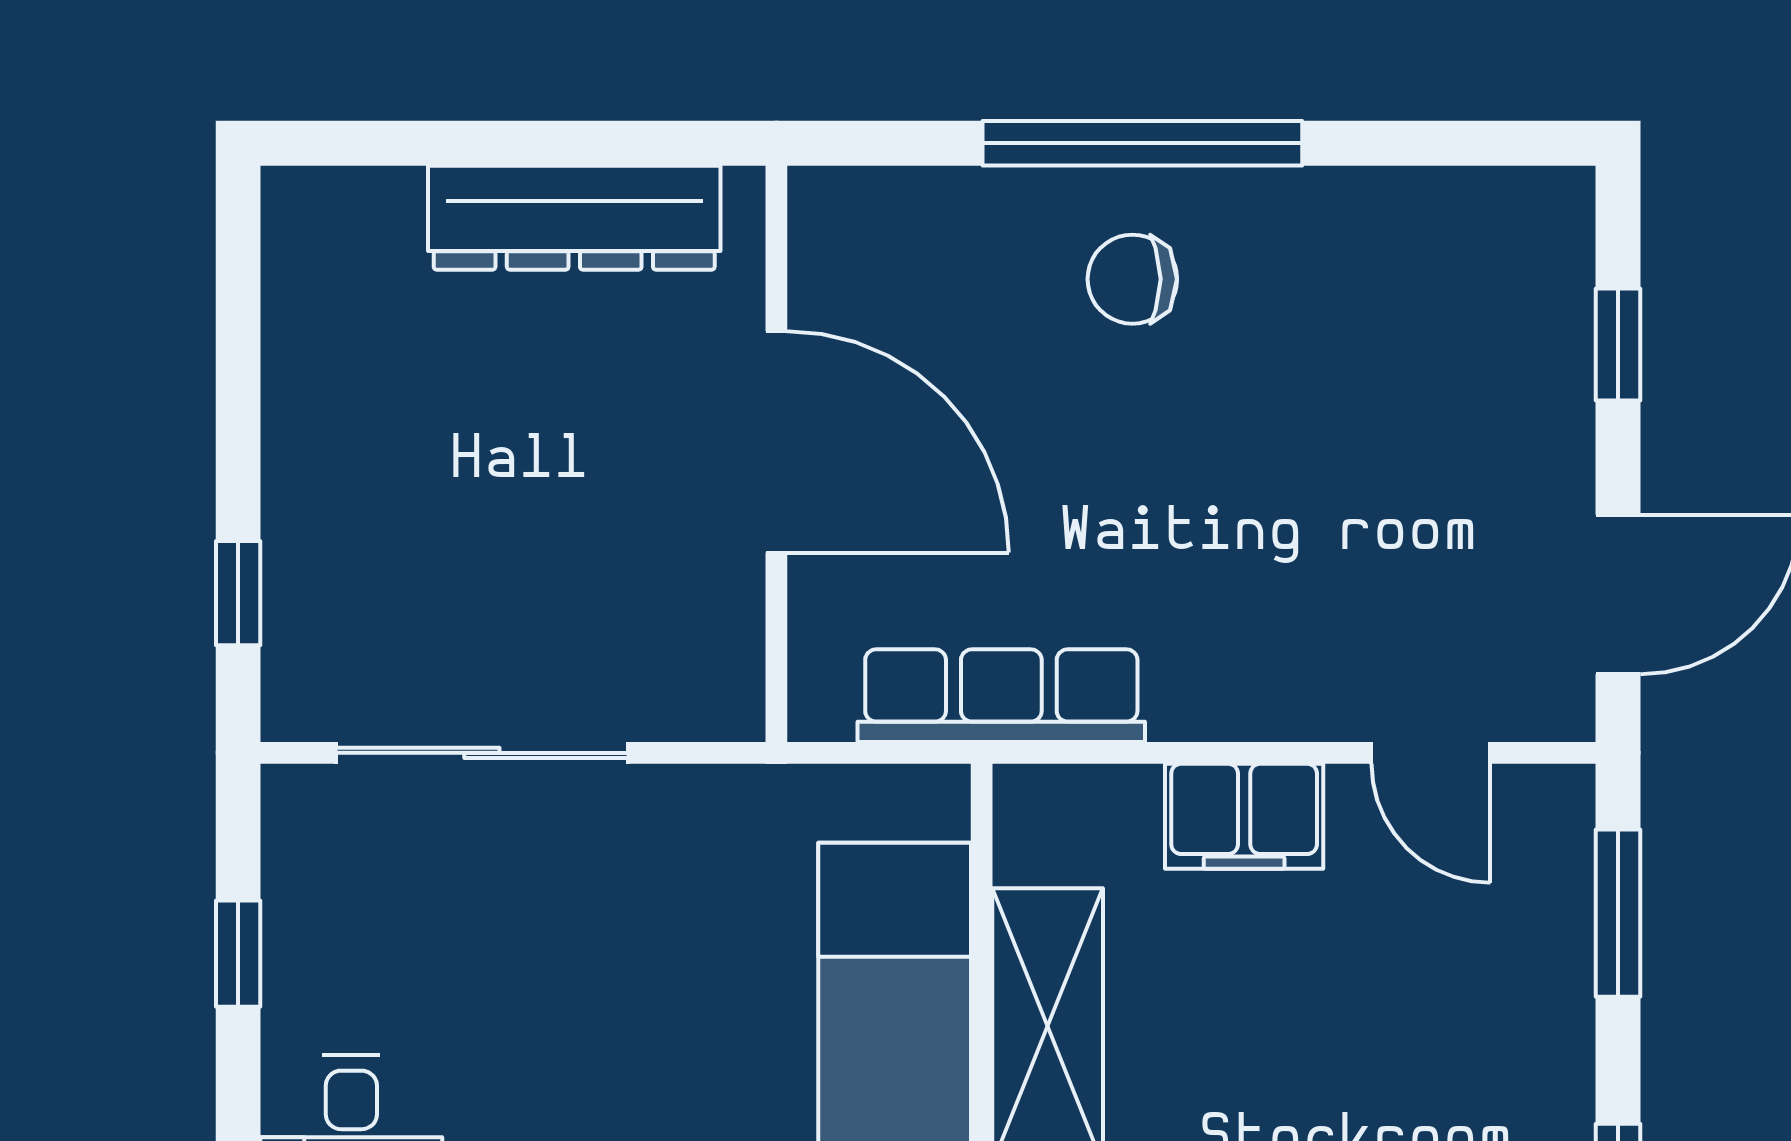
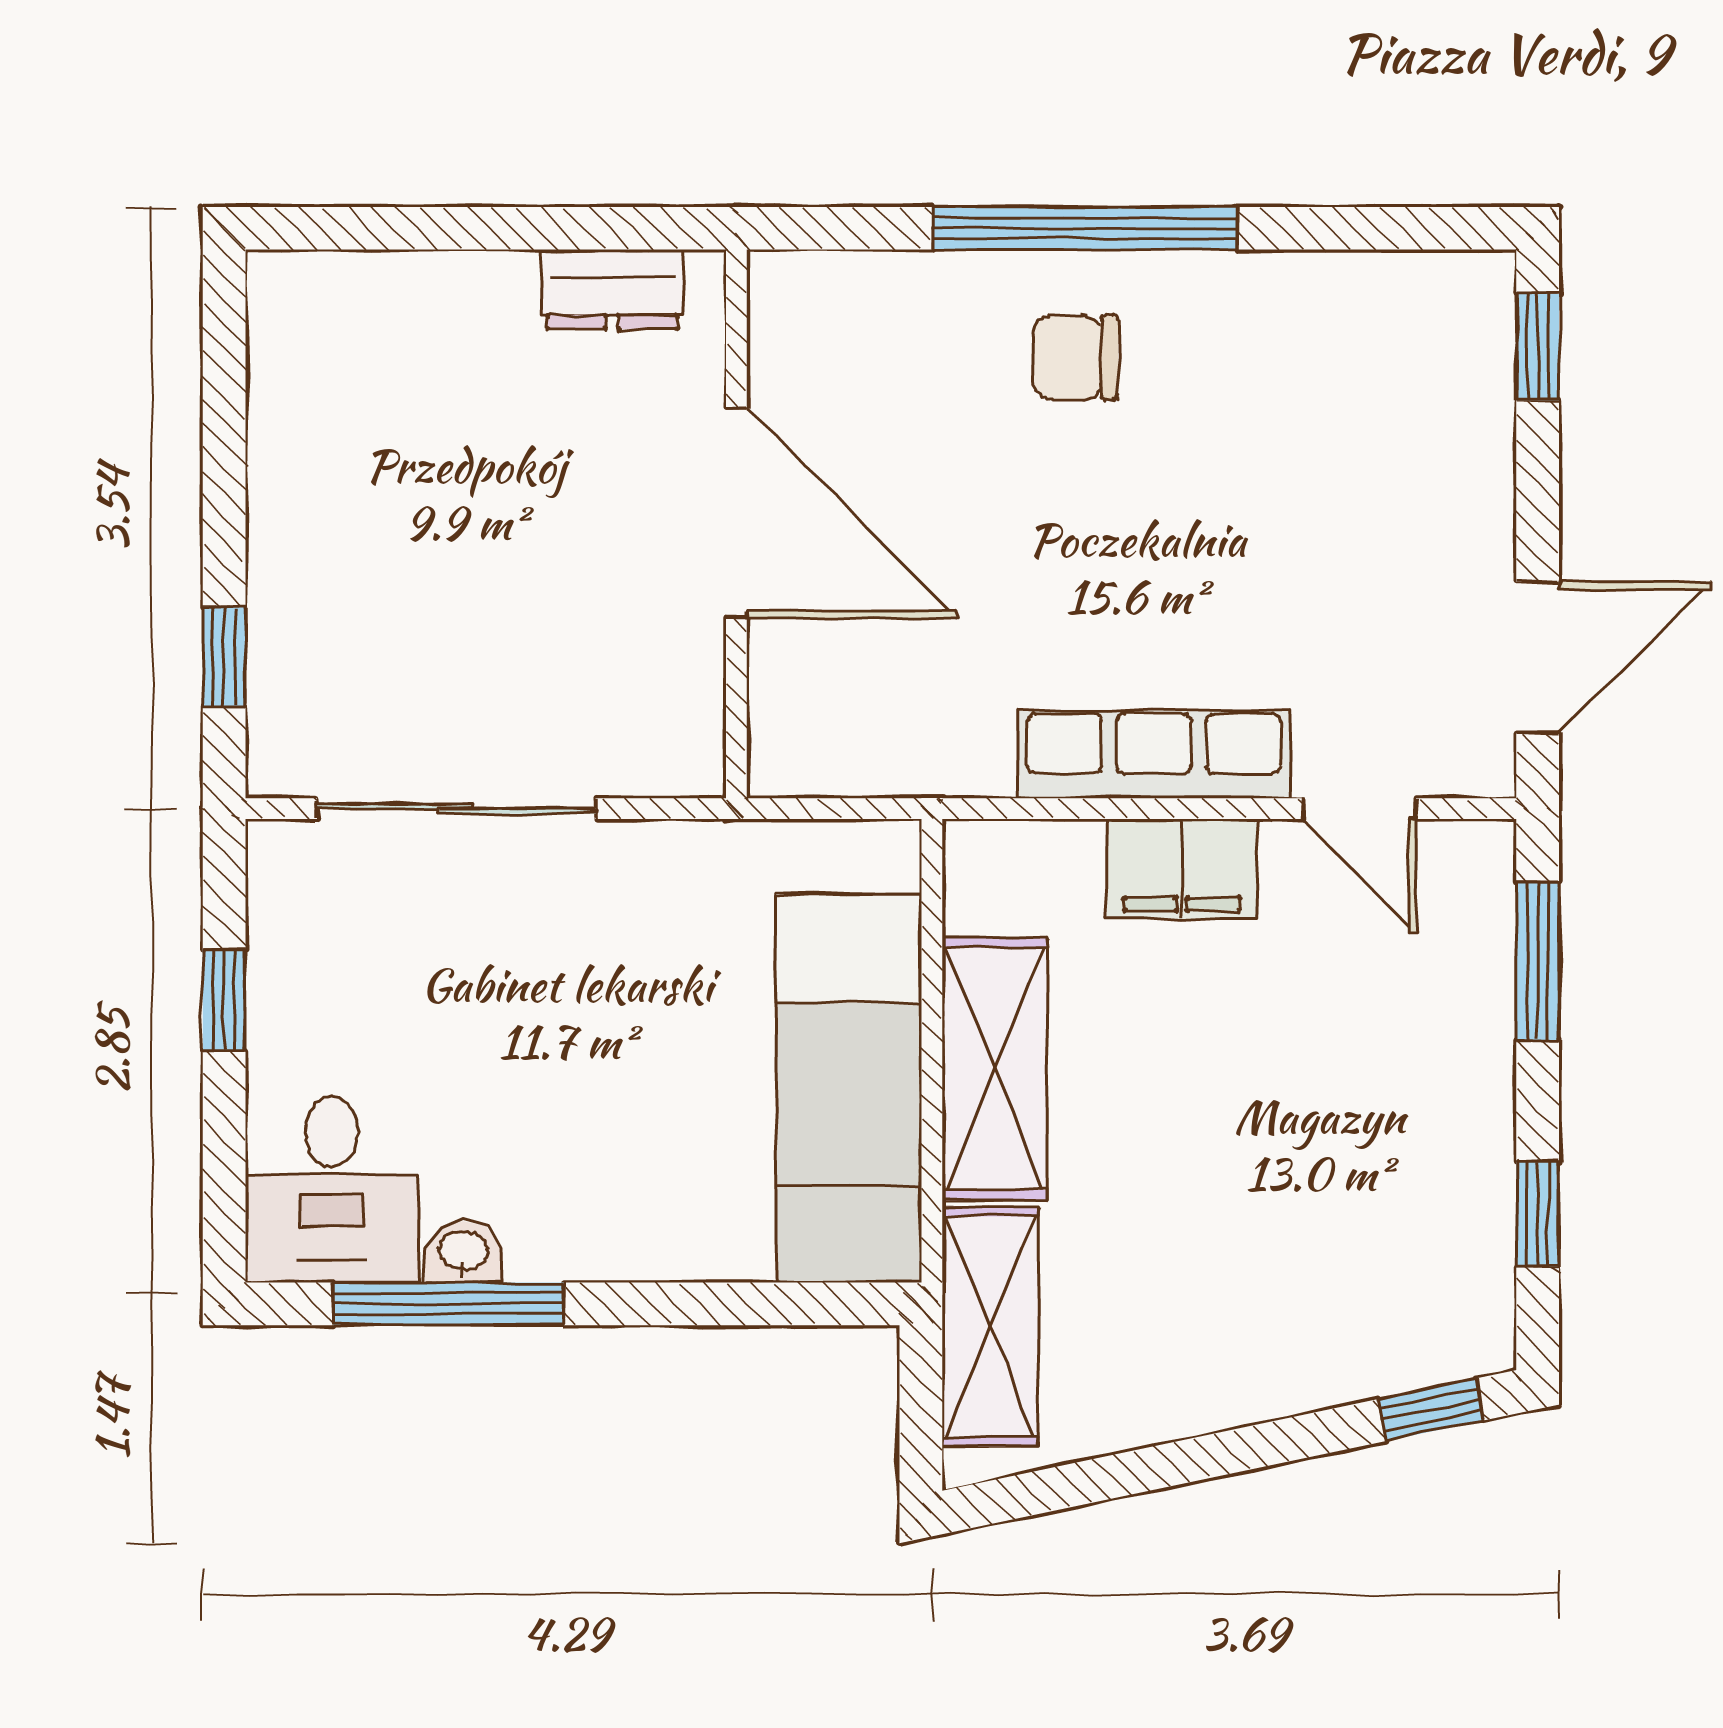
dresser: (574, 218) -> (612, 289), width x0.51, depth x0.80
window: (1618, 345) -> (1538, 347), moved
row of seats: (1001, 696) -> (1154, 754), moved

